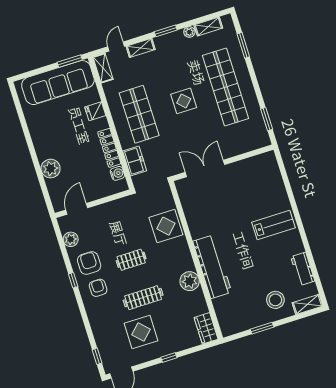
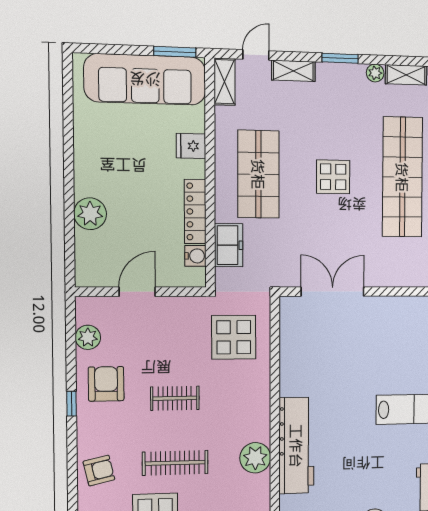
door: (77, 209) -> (137, 292), moved
display table: (166, 226) -> (234, 337), moved
armchair: (98, 288) -> (99, 471), moved, turned 77

